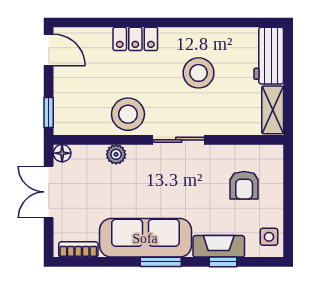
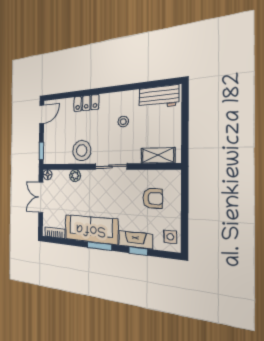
door: (49, 50) -> (42, 114), hinge flipped
workbench: (269, 56) -> (159, 97), moved, turned -90
stool: (199, 73) -> (123, 122), width x0.53, depth x0.53
shelving: (273, 110) -> (158, 155), moved, turned 90
armchair: (244, 185) -> (153, 198), turned -90

